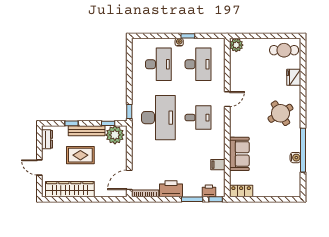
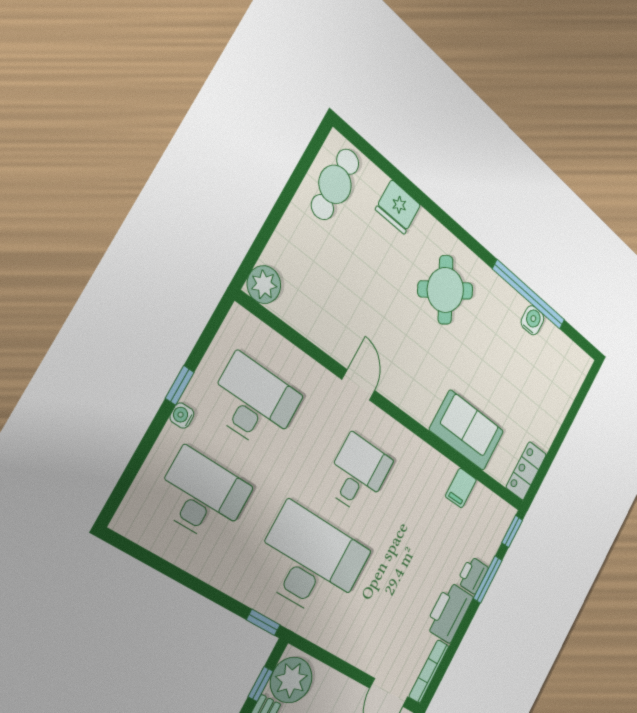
printer: (209, 191) -> (473, 575), moved

